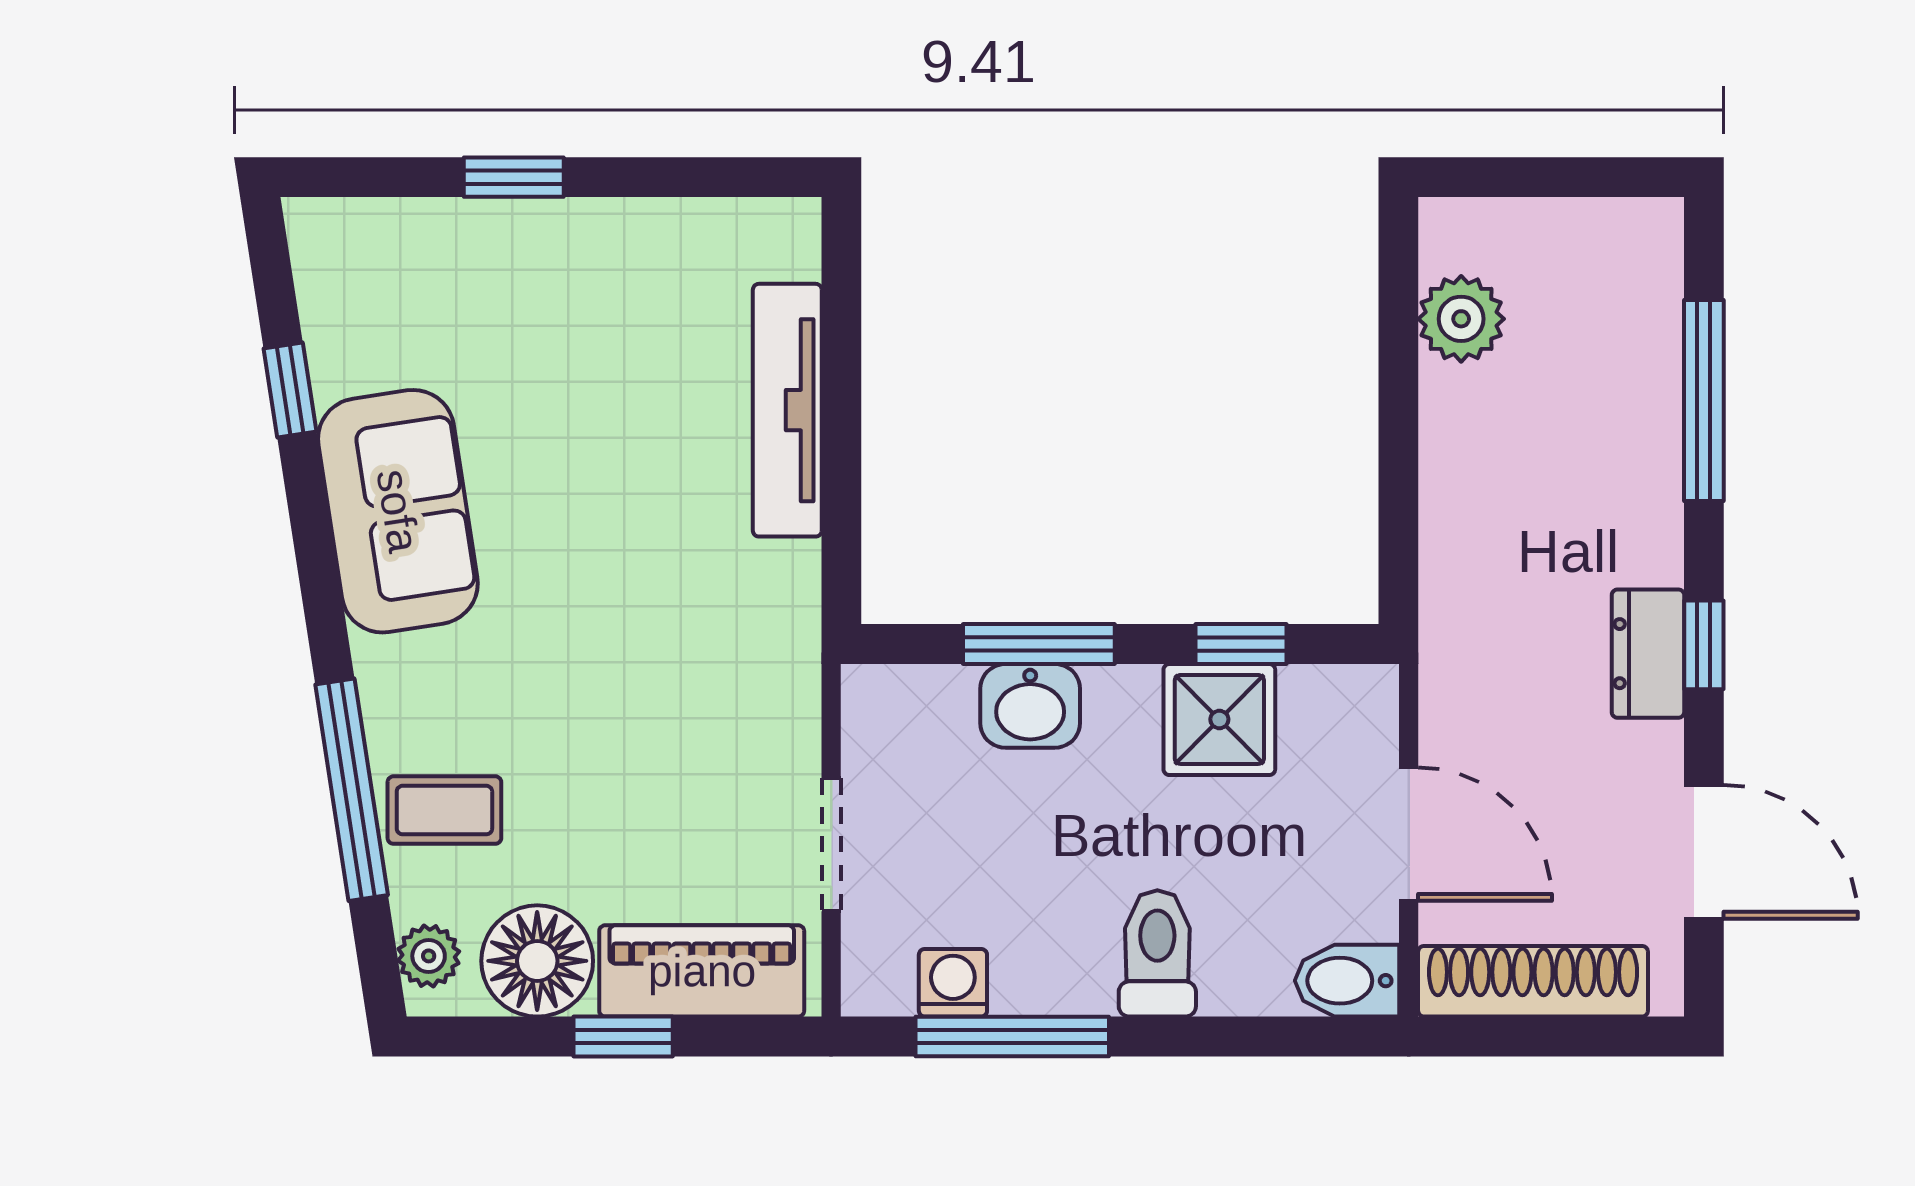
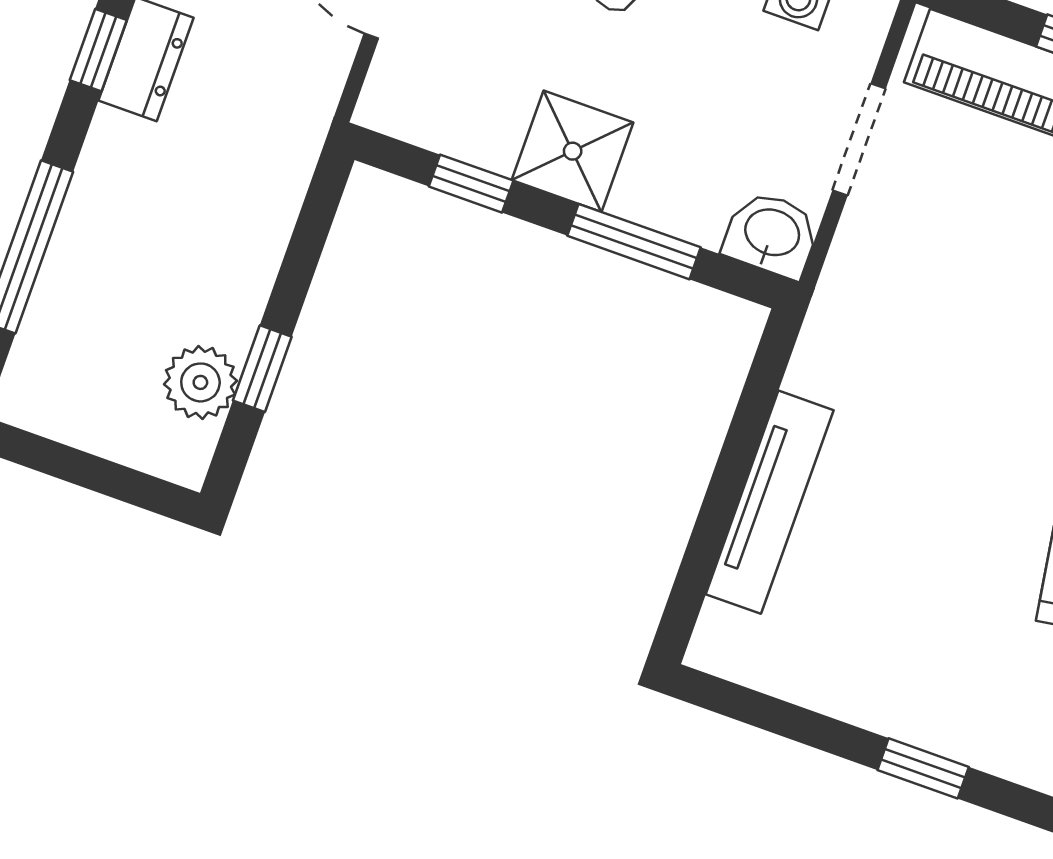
window: (1398, 358) -> (262, 369), added
washbasin: (1030, 706) -> (771, 234), moved
shower: (1219, 719) -> (573, 151), moved

